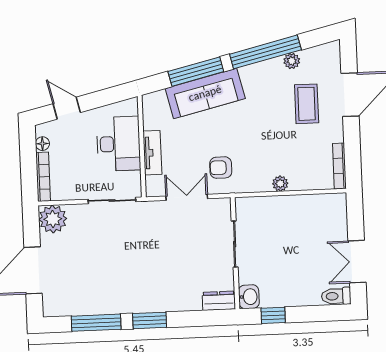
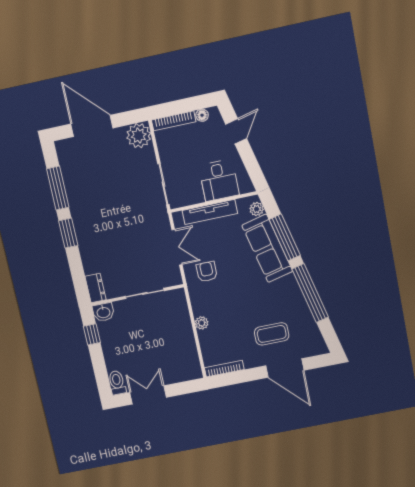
plant: (292, 61) -> (257, 209), moved
desk: (118, 144) -> (219, 180), width x0.73
tv unit: (152, 153) -> (210, 212), width x1.41

